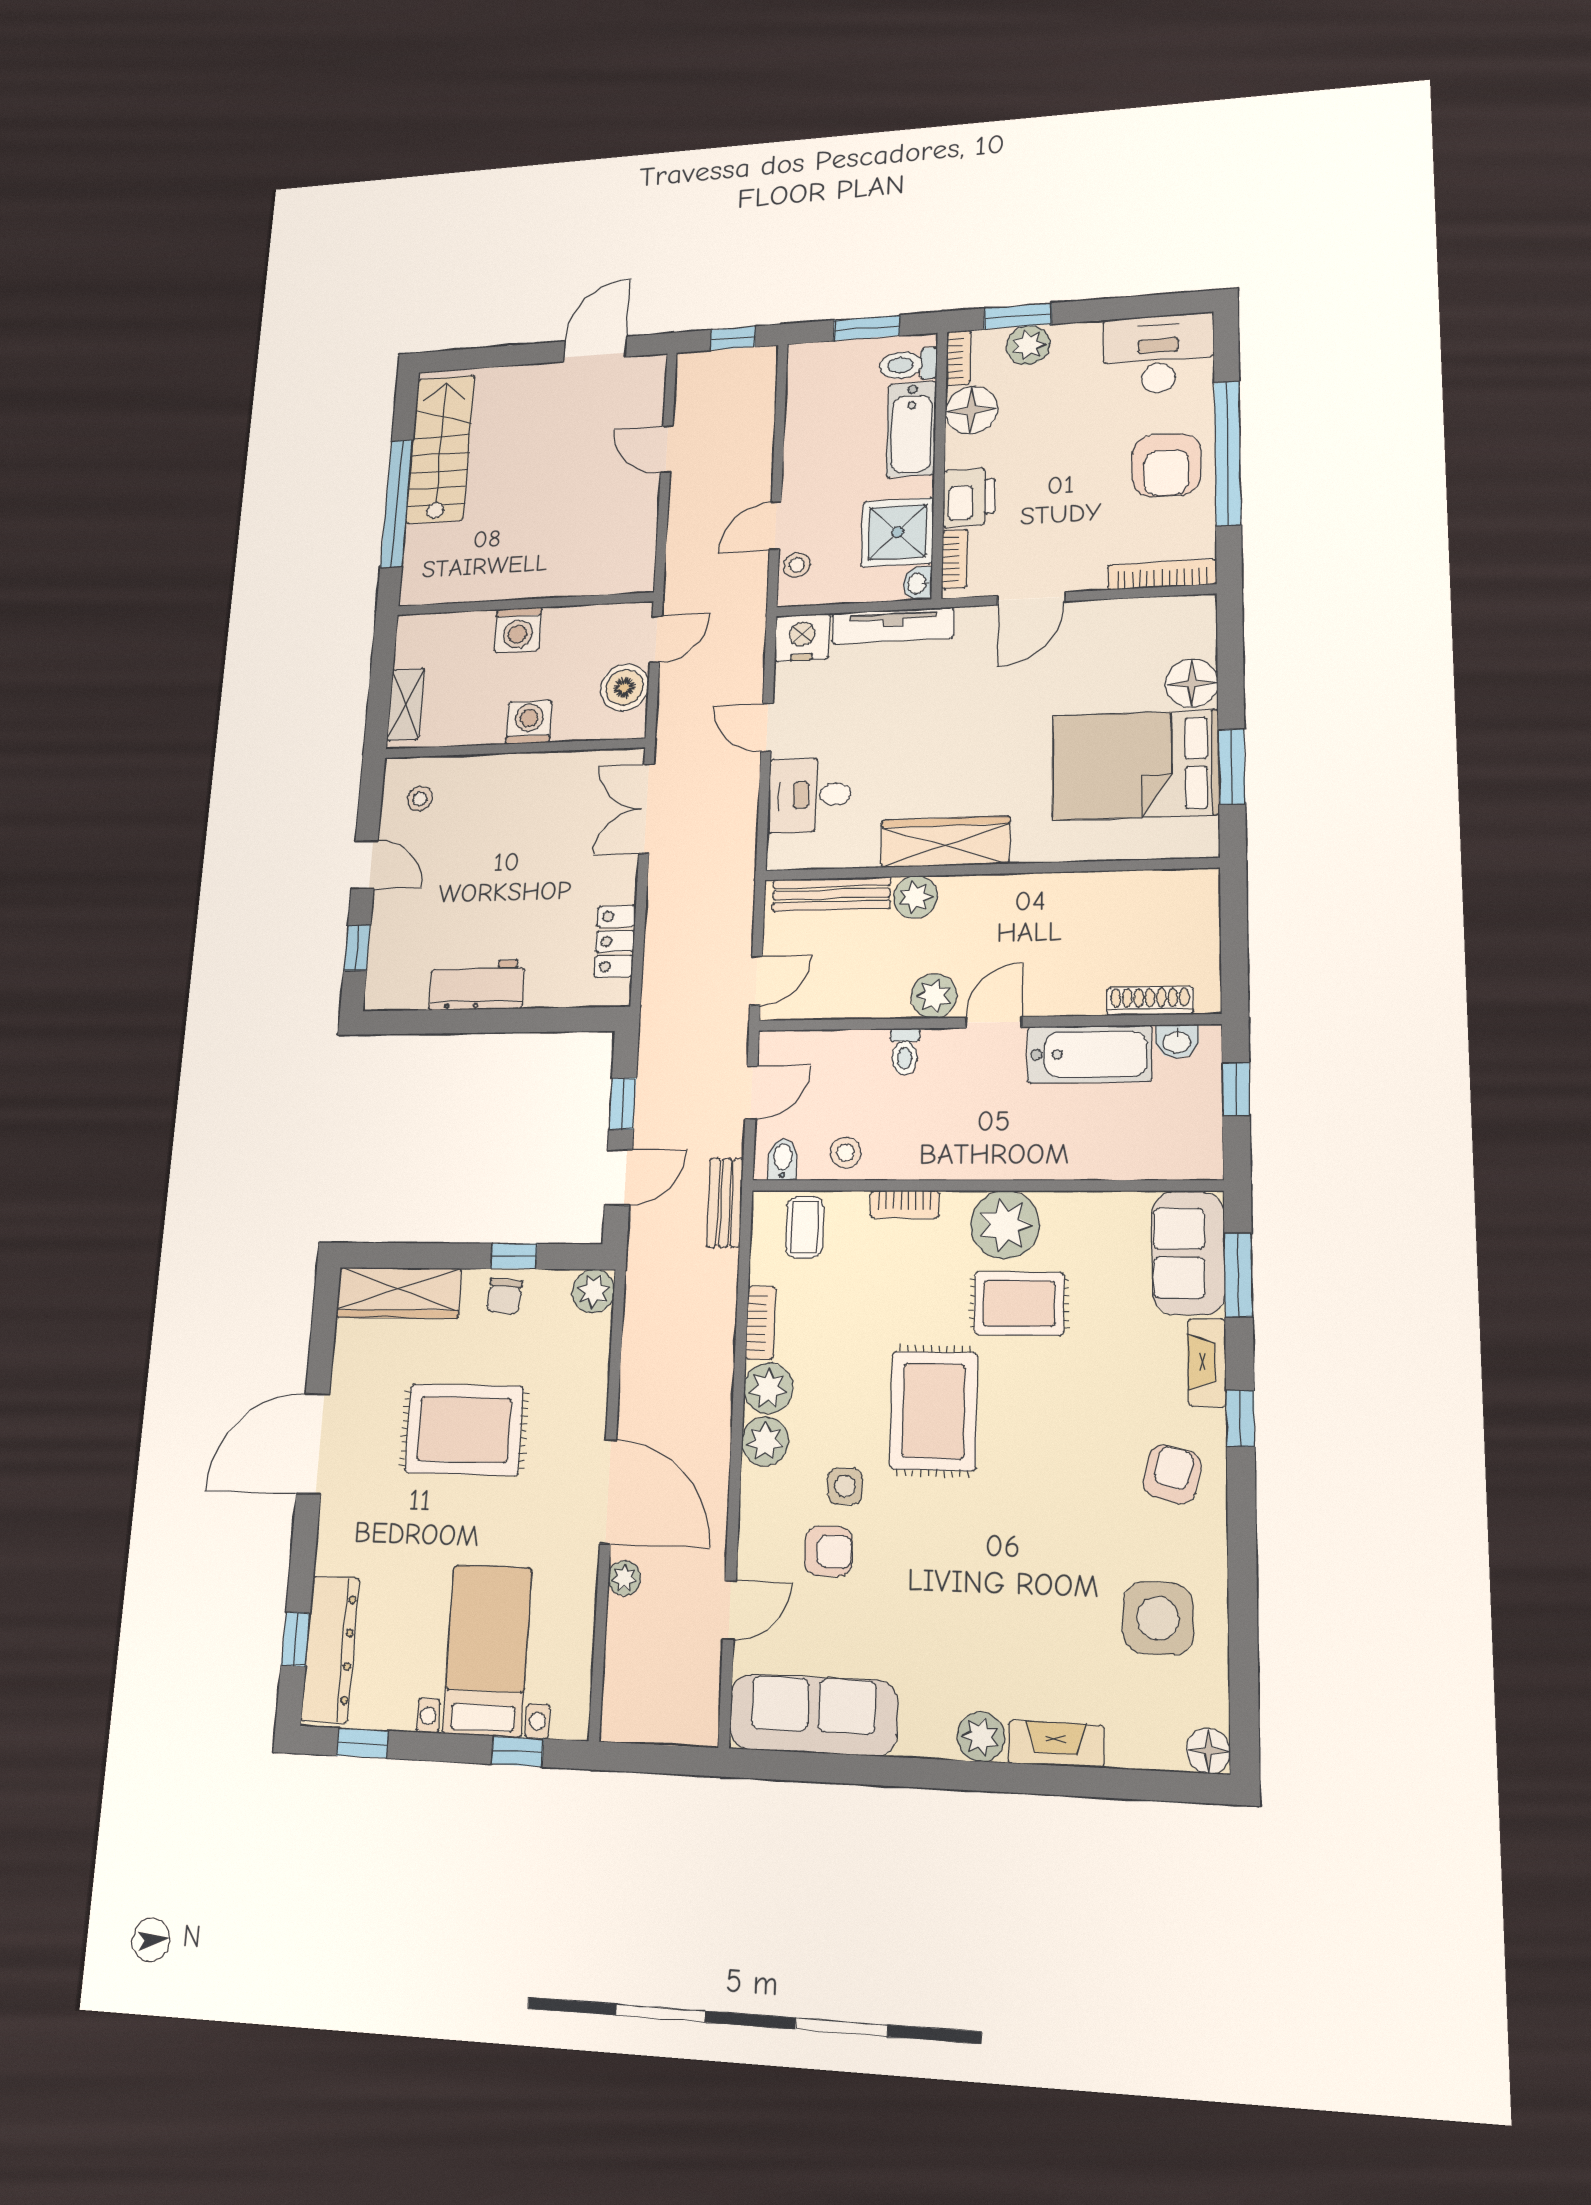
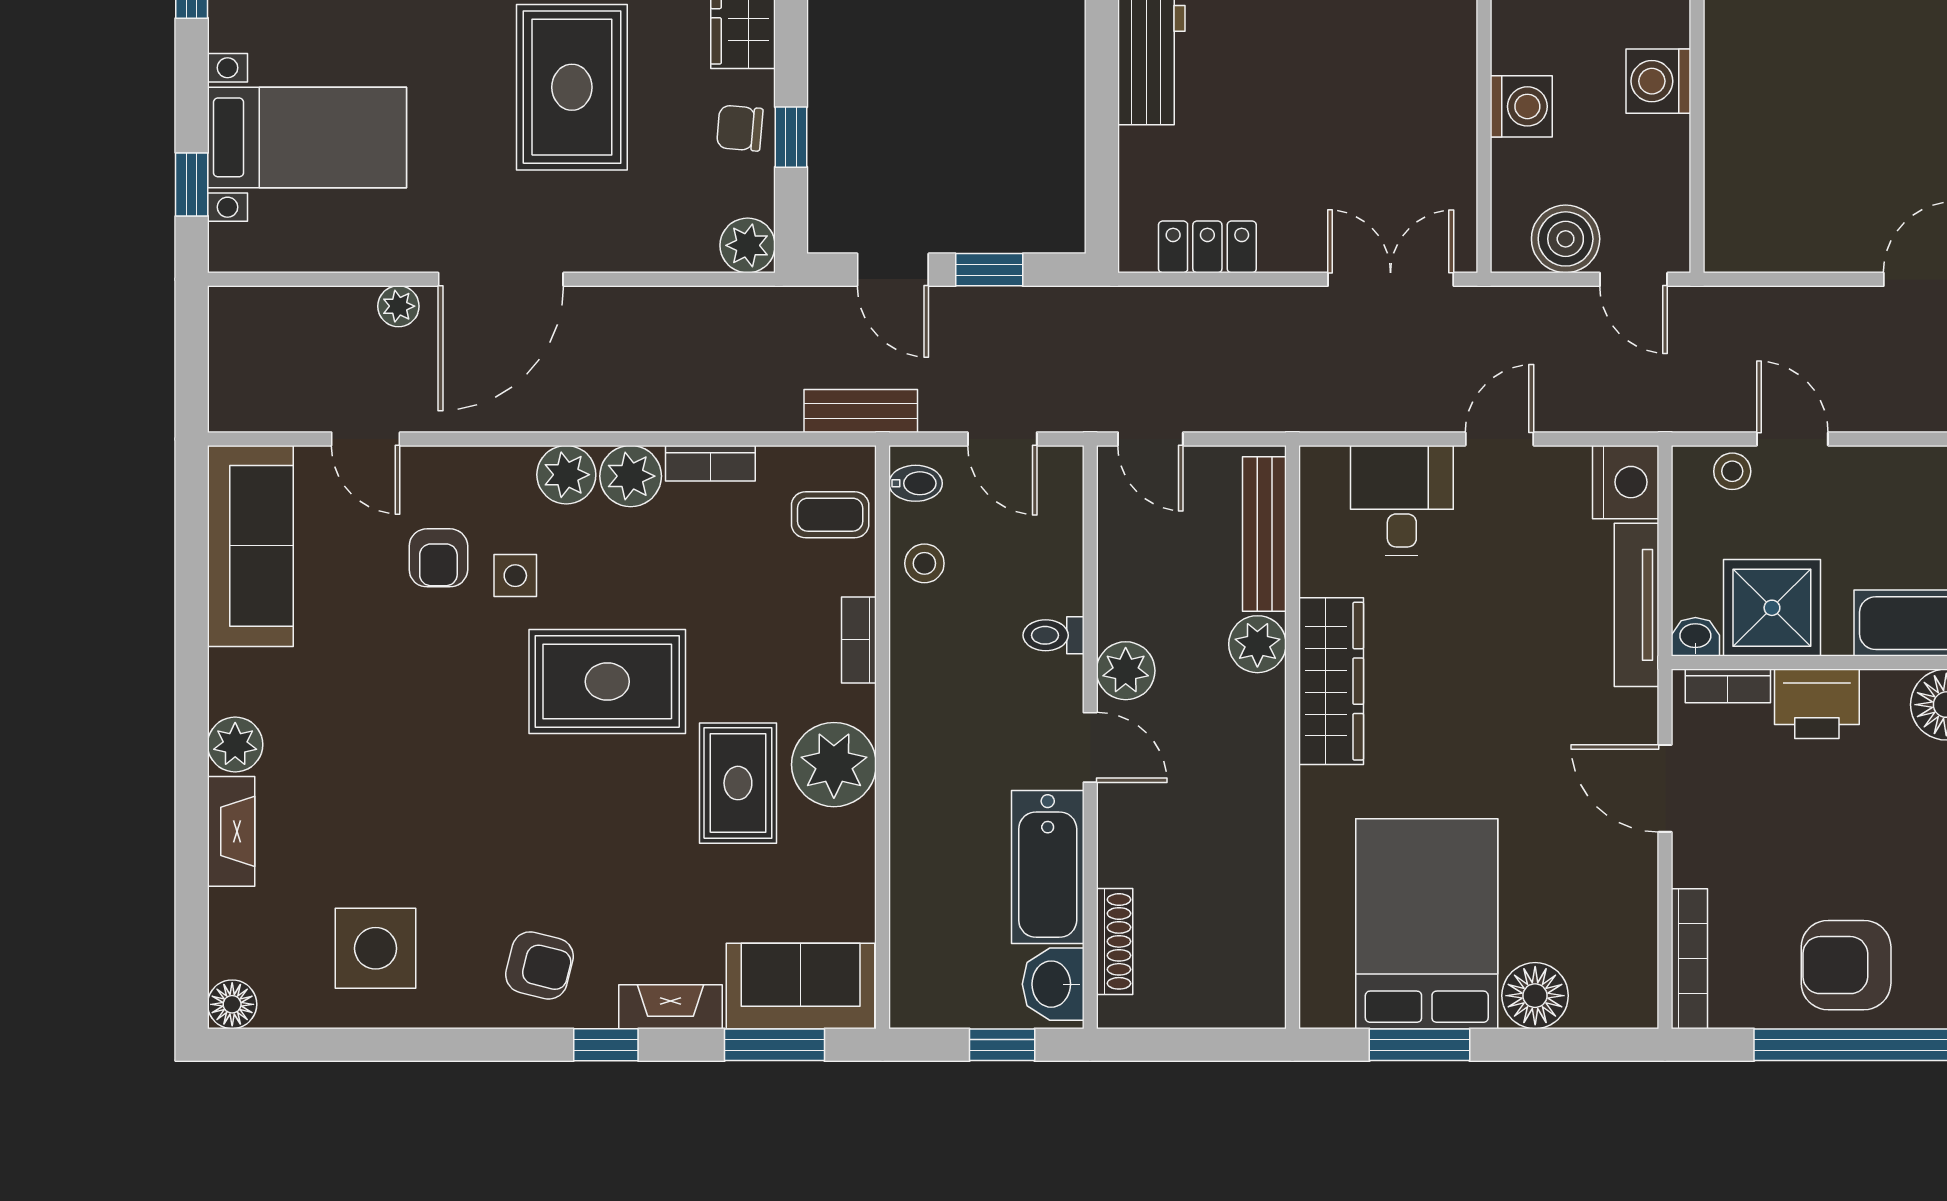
washbasin: (1177, 1041) -> (1053, 984), width x1.38, depth x1.45

